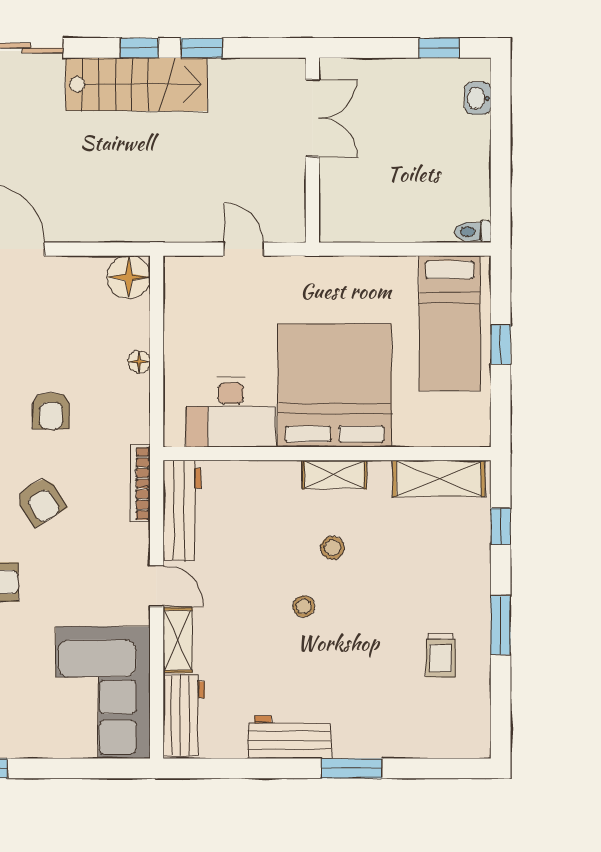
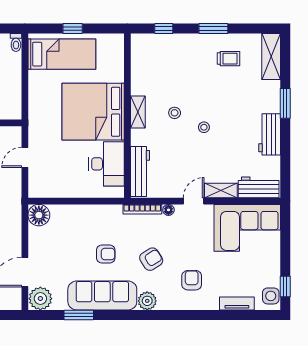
floor lamp: (139, 362) -> (168, 210), moved
shelving: (439, 478) -> (271, 56), moved
workbench: (182, 510) -> (140, 172), moved, turned 90

